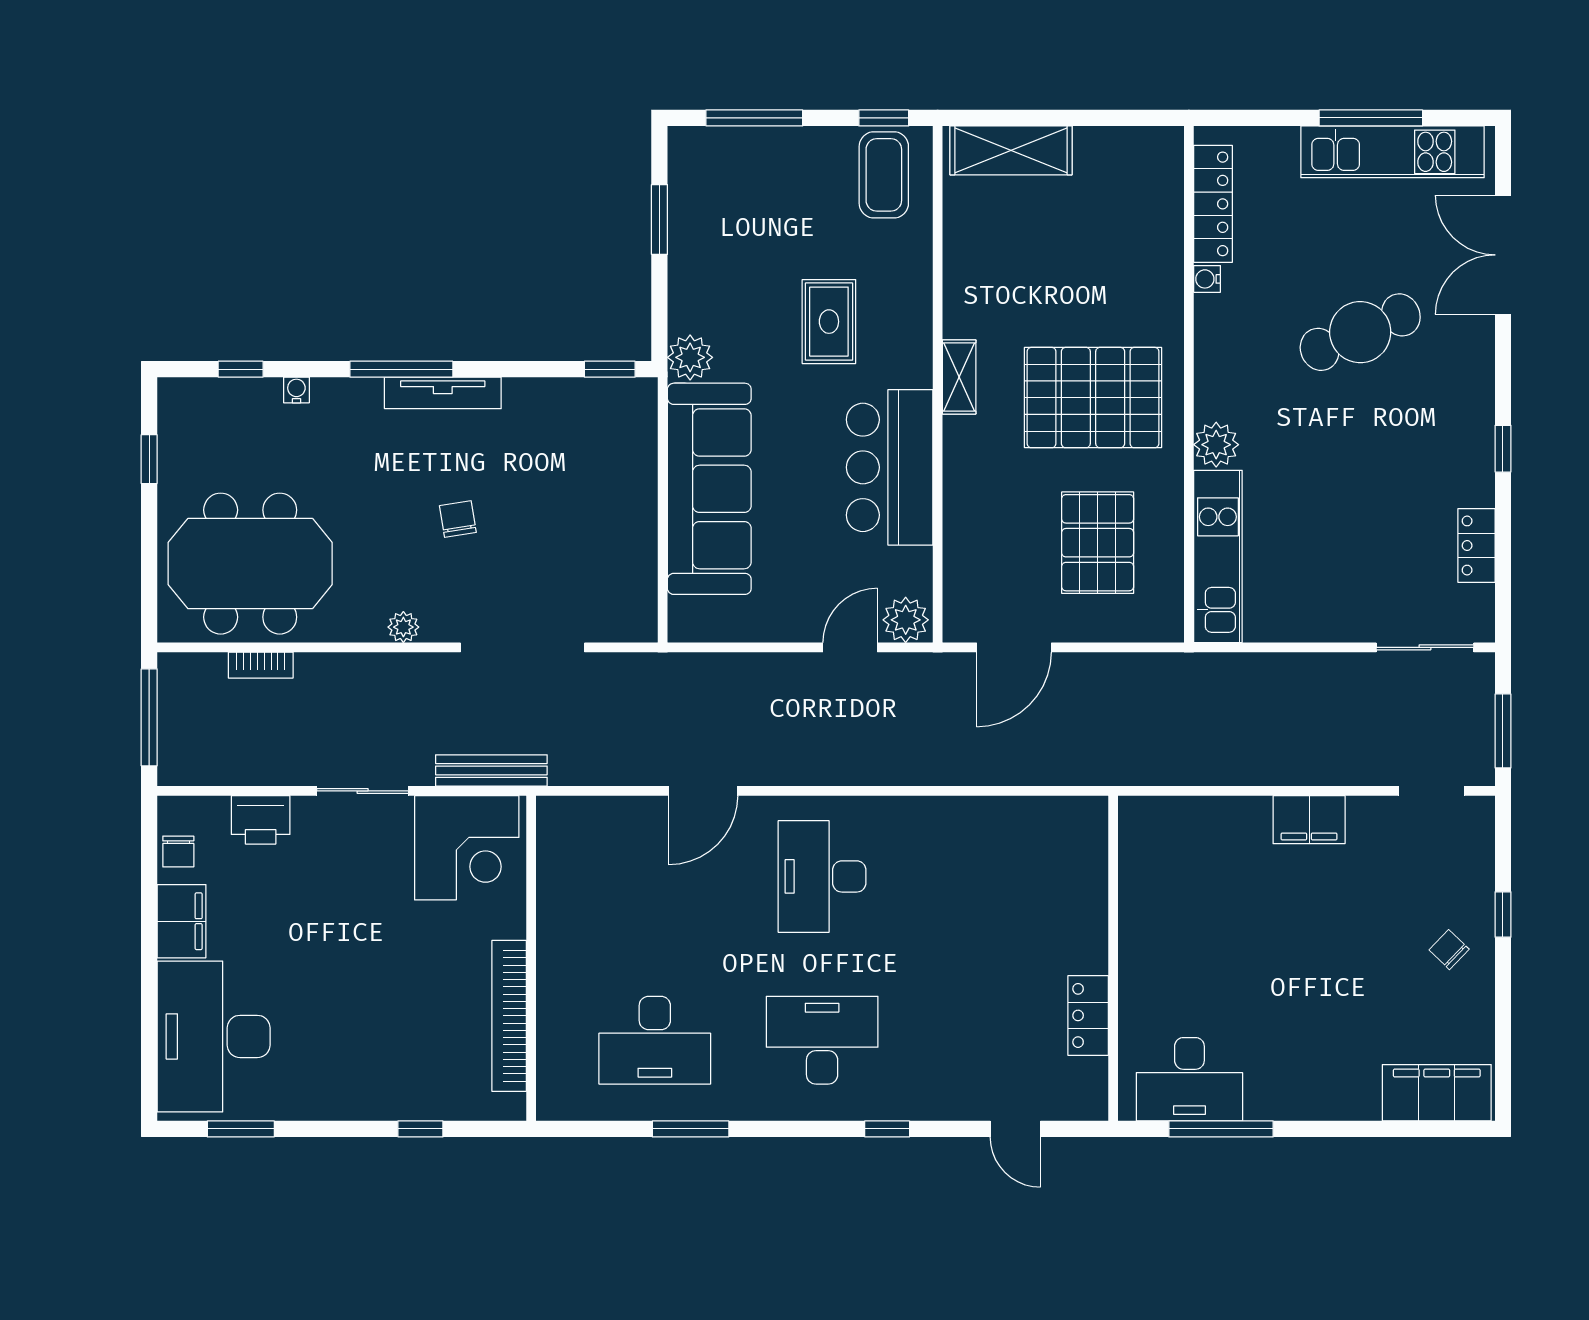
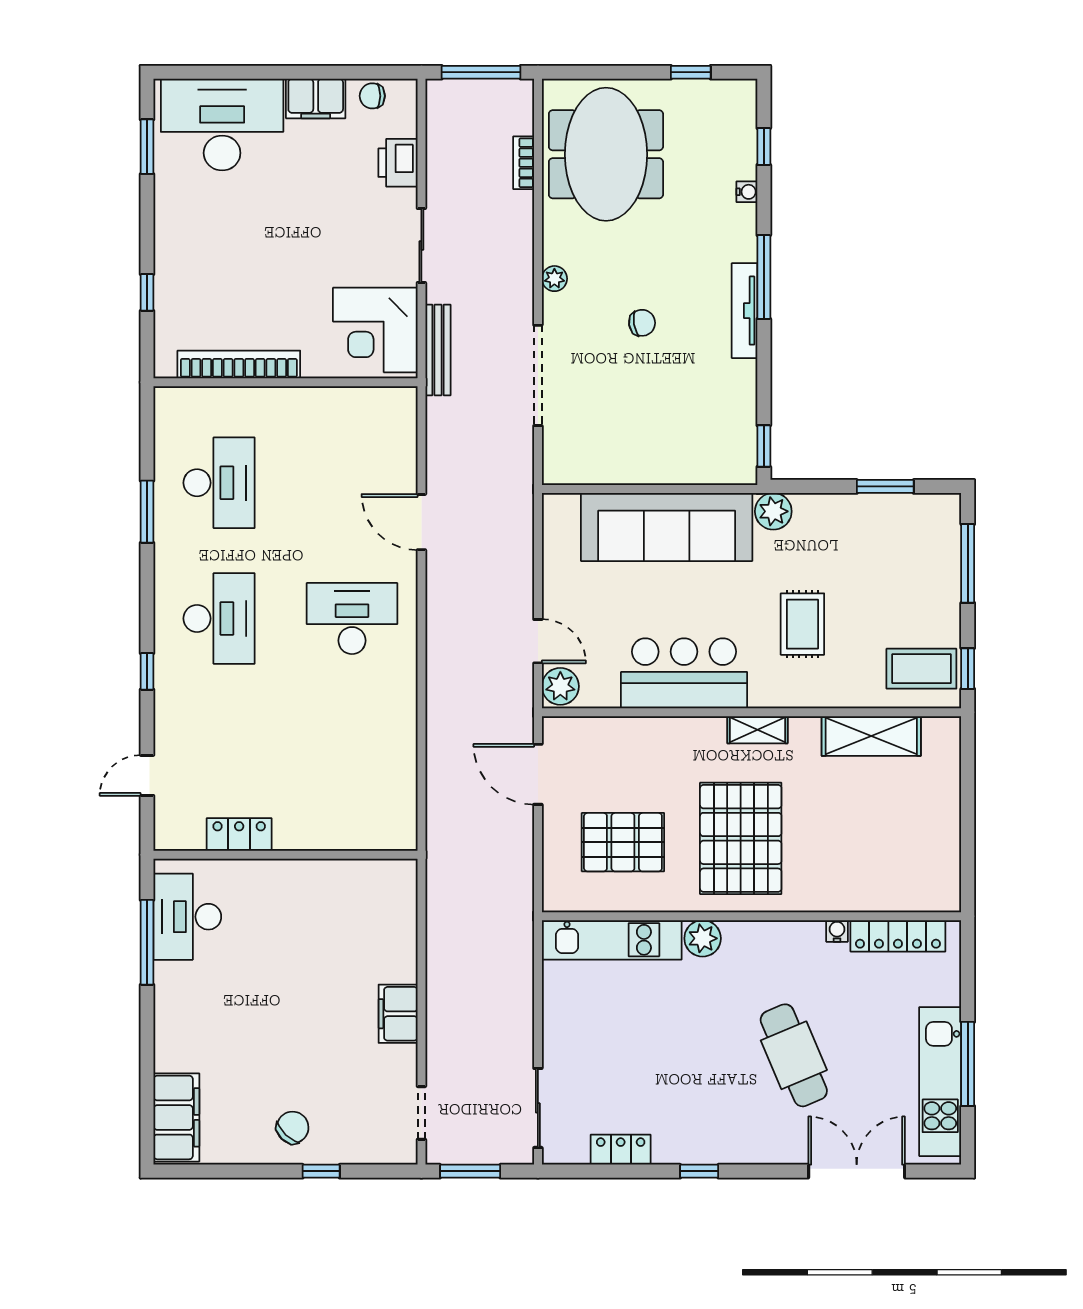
shelving: (1011, 150) -> (871, 736), moved, turned 90
rug: (829, 322) -> (802, 624), turned 90
chair: (1449, 950) -> (293, 1127), width x1.37, depth x1.37
desk: (655, 1040) -> (219, 483), turned 180

